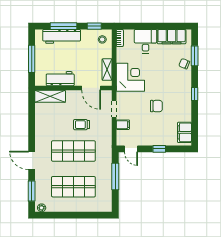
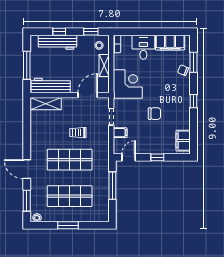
window: (63, 26) -> (59, 32), width x0.46
shelving: (107, 70) -> (104, 65), moved
workbench: (60, 79) -> (51, 86), width x1.38
door: (91, 88) -> (88, 95), swing flipped
door: (131, 149) -> (129, 157), swing flipped
window: (72, 215) -> (68, 225), added

